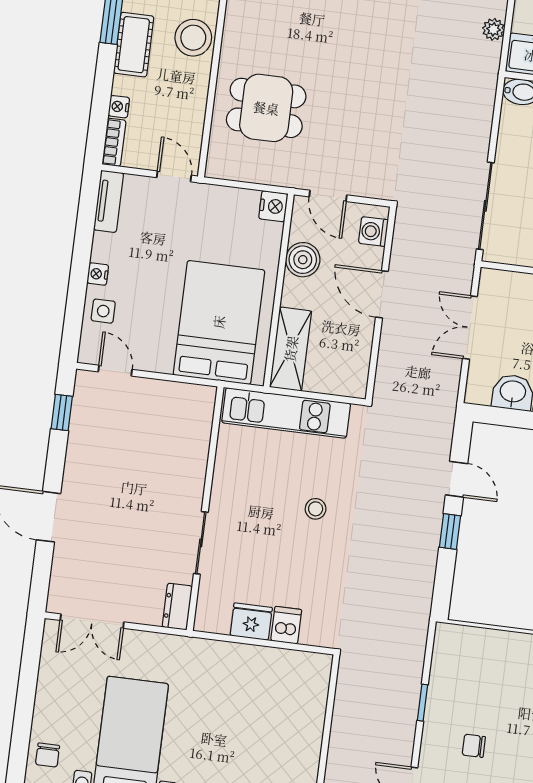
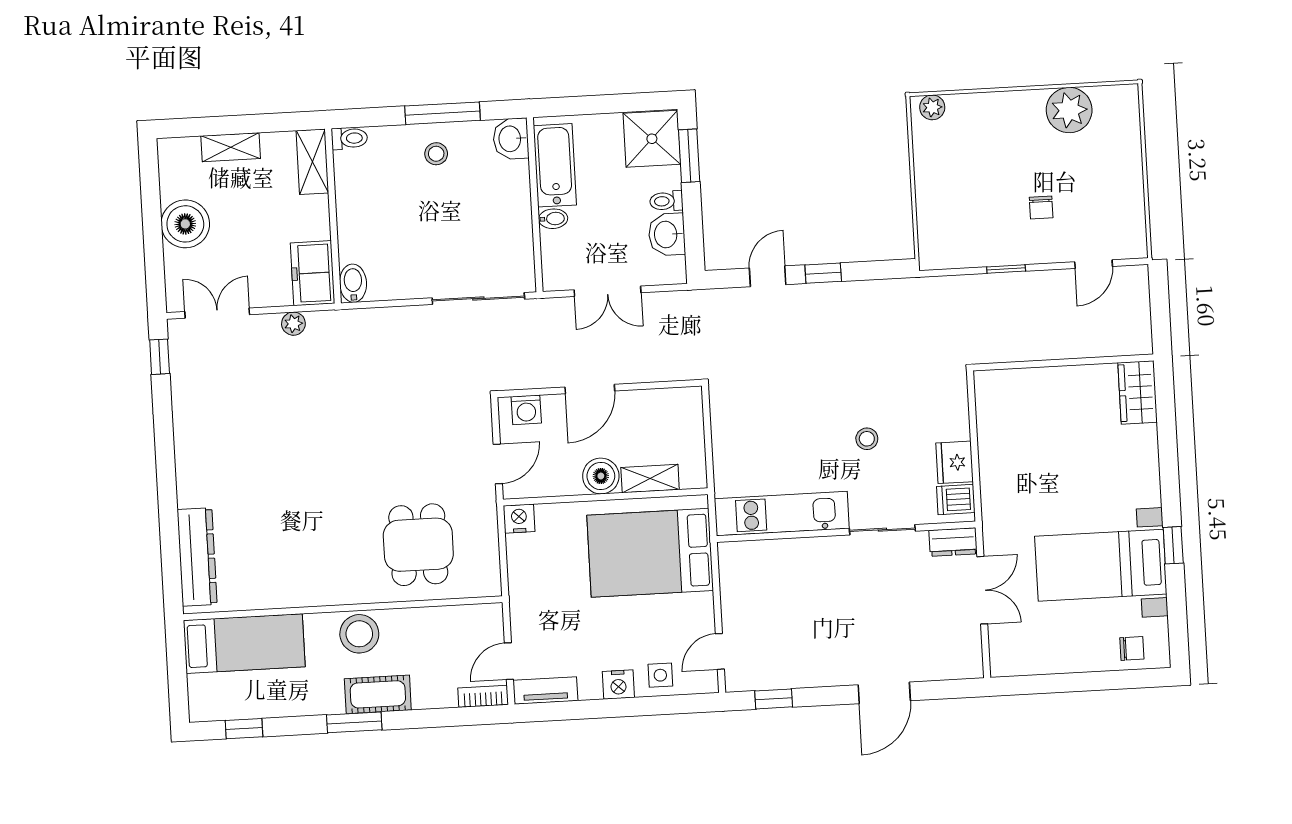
nightstand: (119, 107) -> (445, 698), removed
door: (174, 176) -> (509, 661), moved
boiler: (303, 260) -> (601, 476), moved
nightstand: (98, 274) -> (618, 685), width x1.39, depth x1.35
shelving: (291, 349) -> (650, 478), width x0.67, depth x0.75
kitchen unit: (286, 413) -> (782, 514), moved, turned -90
stool: (316, 509) -> (867, 439), moved
double door: (92, 621) -> (982, 590), moved
dishwasher: (286, 625) -> (956, 499), moved

